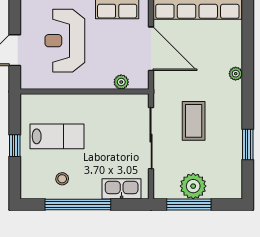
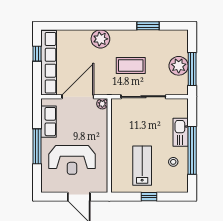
plant: (236, 74) -> (100, 39), width x1.87, depth x1.87
plant: (121, 82) -> (102, 104), moved
kitchen sink: (122, 189) -> (181, 132), moved

